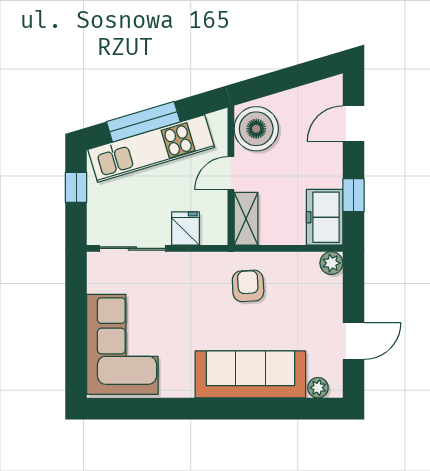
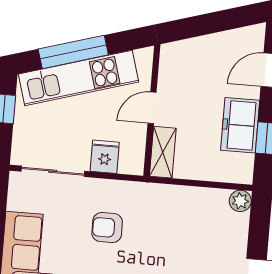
boiler: (256, 129) -> (180, 68), removed
freezer: (325, 217) -> (240, 125), moved
armchair: (248, 286) -> (107, 228), moved, turned -87

